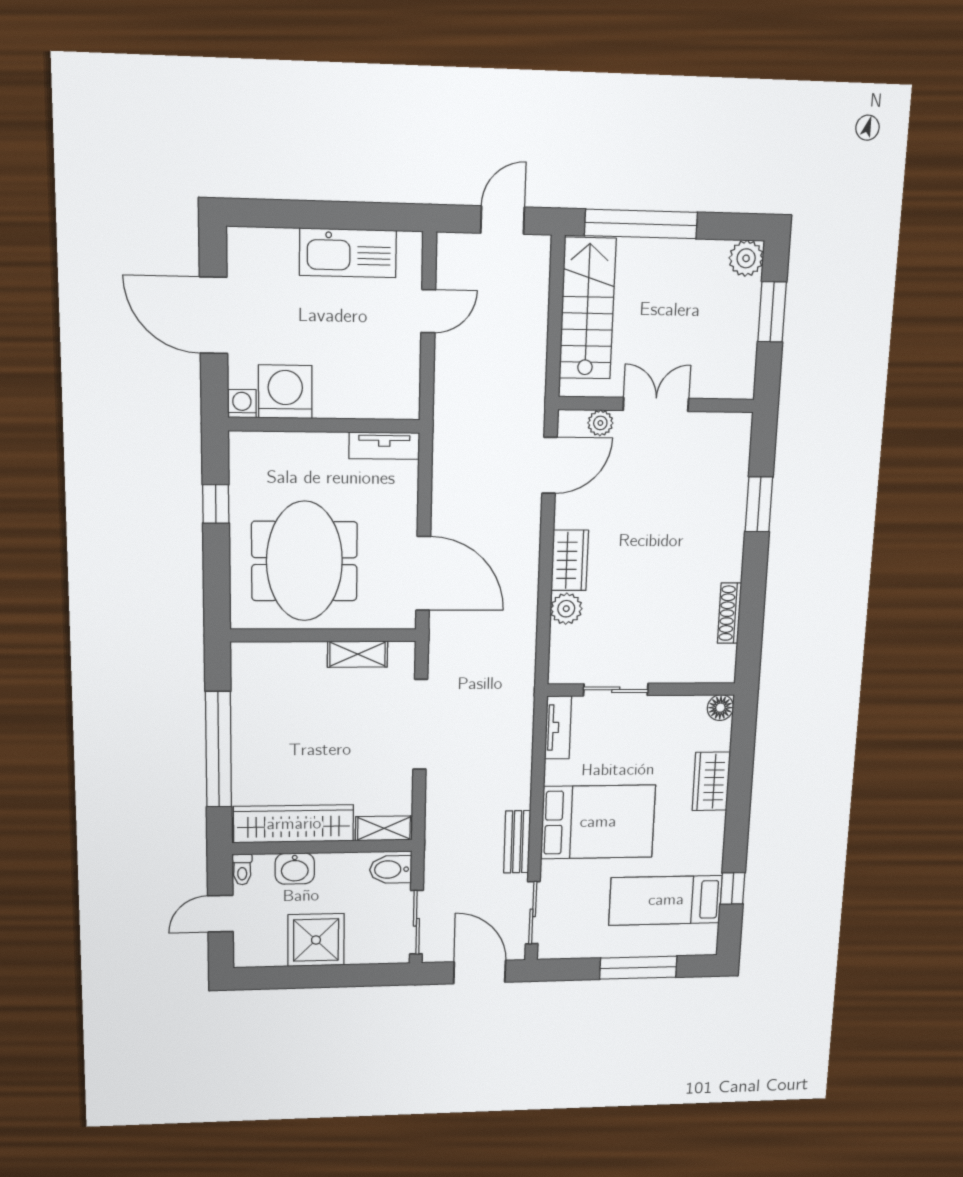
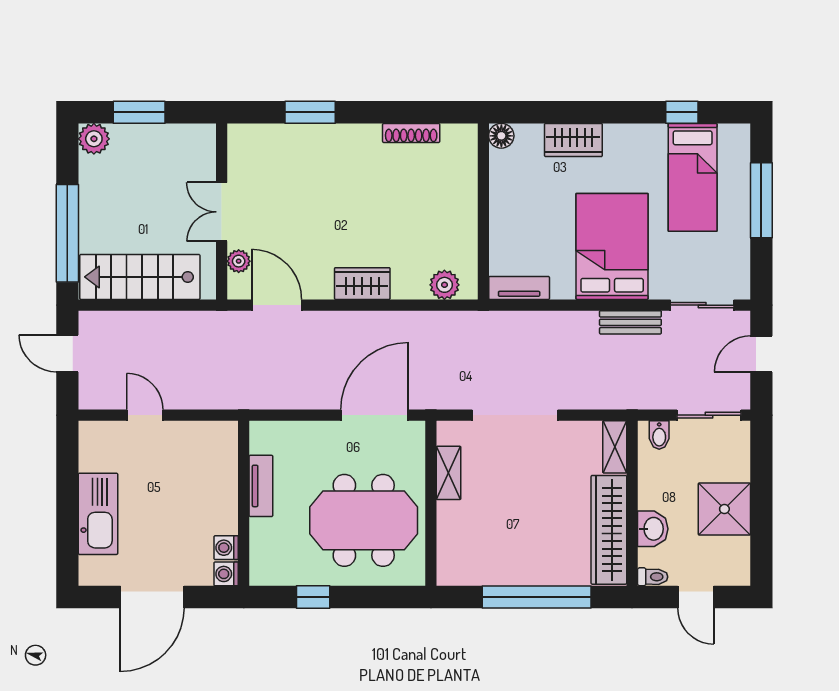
kitchen sink: (348, 253) -> (98, 514), moved
washing machine: (285, 392) -> (226, 548), width x0.53, depth x0.53
tv unit: (384, 446) -> (261, 486), moved
plant: (566, 609) -> (444, 285), moved
sliding door: (616, 690) -> (483, 236), removed
bidet: (391, 869) -> (659, 435), width x0.72, depth x0.74
door: (480, 972) -> (761, 354), width x0.73

